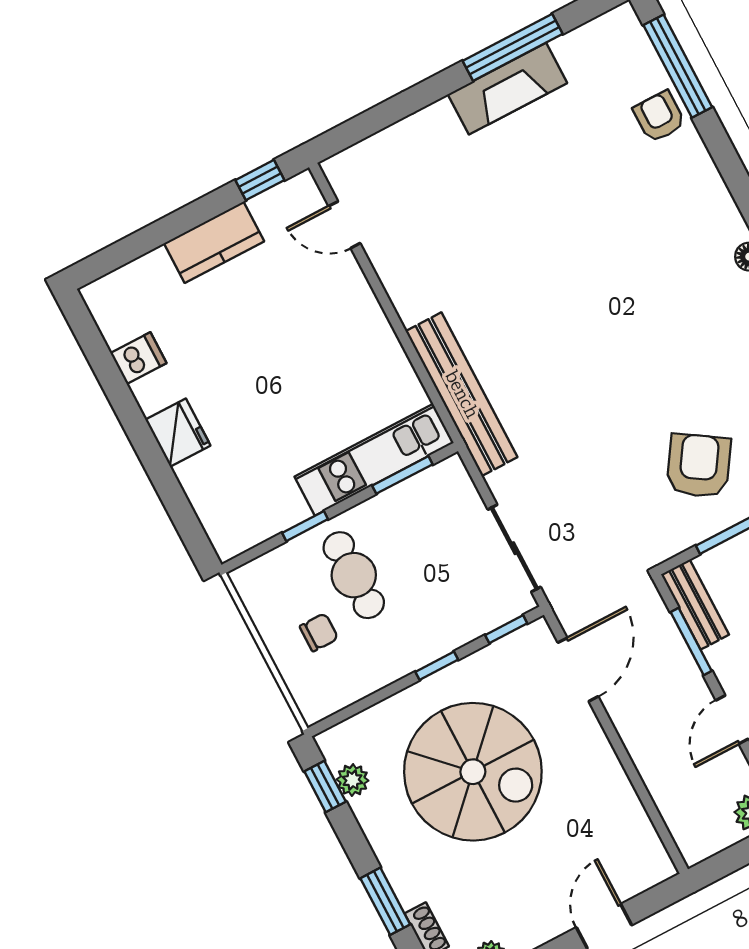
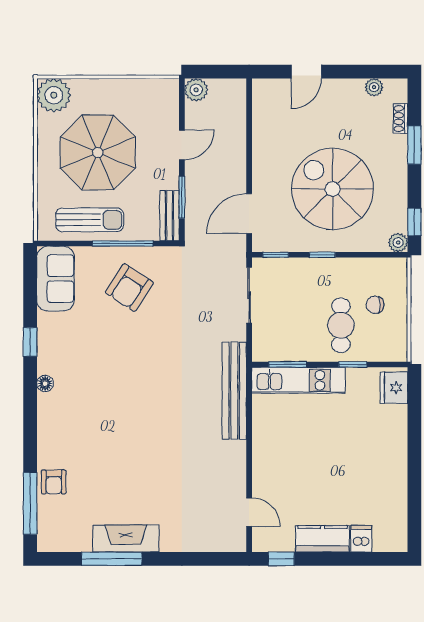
dishwasher: (138, 358) -> (361, 539), moved, turned 90
fridge: (178, 433) -> (394, 388), moved
plant: (353, 780) -> (398, 243), moved

